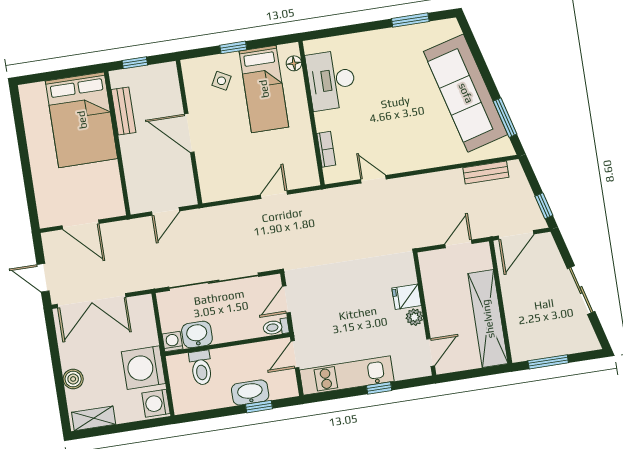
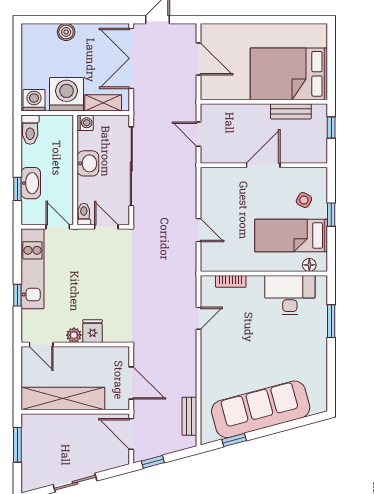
window: (410, 20) -> (331, 321), moved
window: (505, 118) -> (234, 440), width x0.67
door: (80, 225) -> (199, 59), swing flipped
door: (458, 244) -> (131, 383), width x1.38
washbasin: (197, 335) -> (88, 163), moved
toilet: (201, 368) -> (30, 130), moved, turned -90
shelving: (94, 418) -> (103, 103), moved, turned 90

